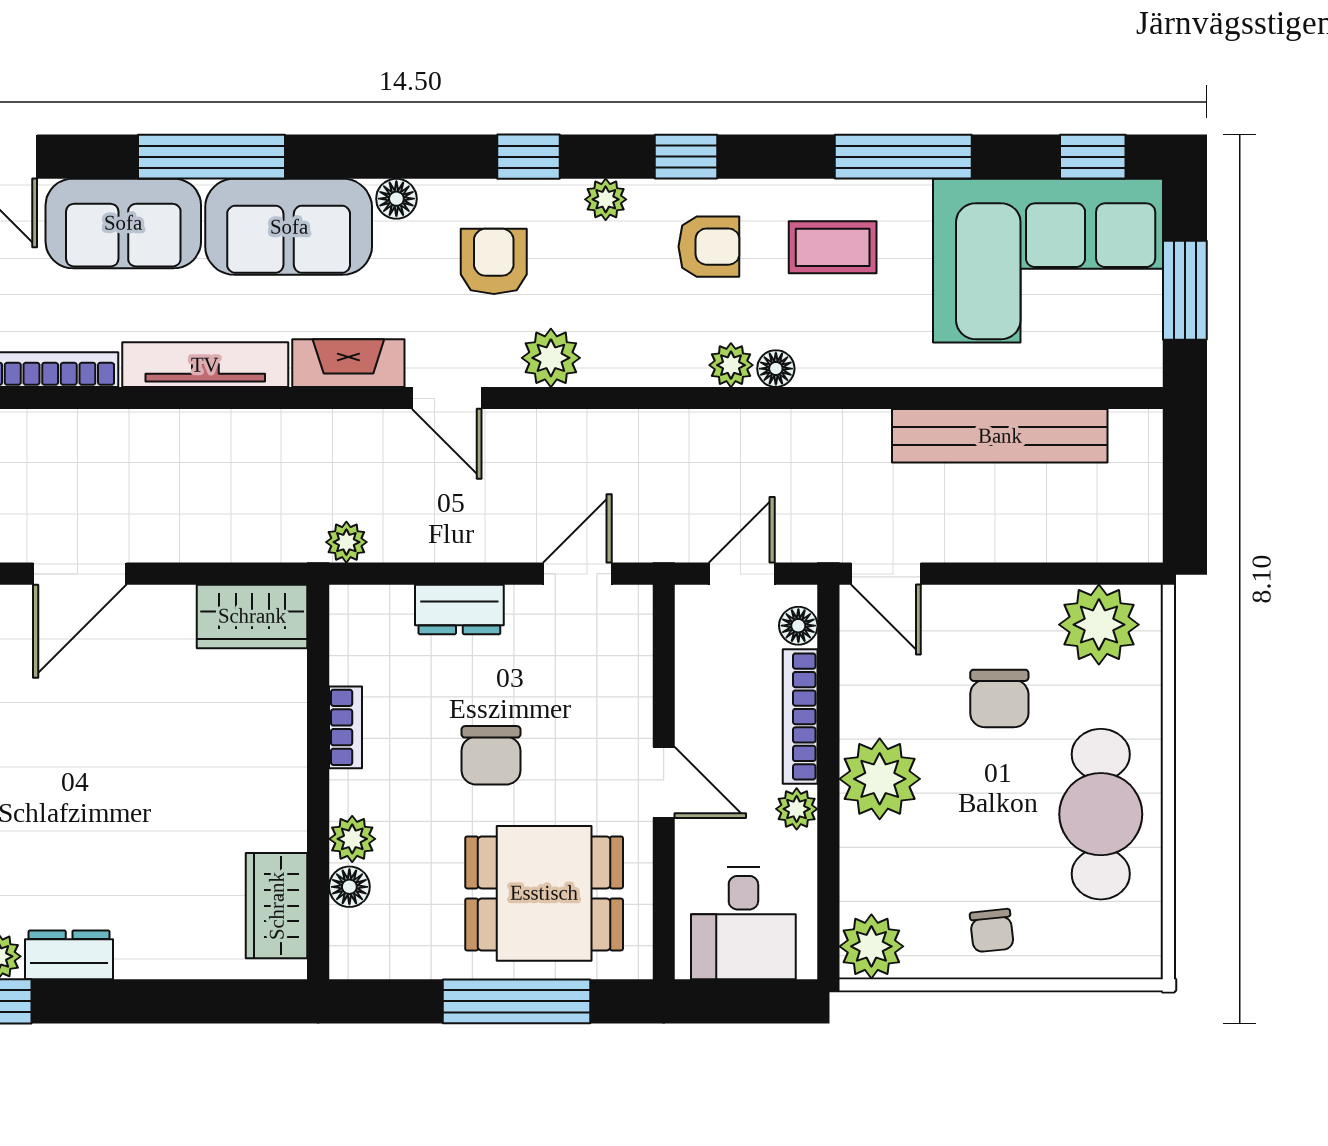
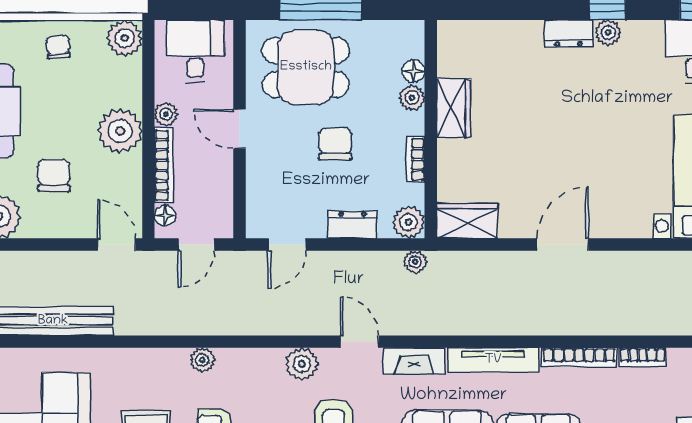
floor lamp: (776, 369) -> (177, 358), removed
plant: (358, 614) -> (409, 222), added
wardrobe: (277, 906) -> (454, 108), moved

